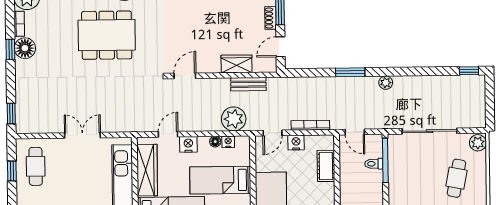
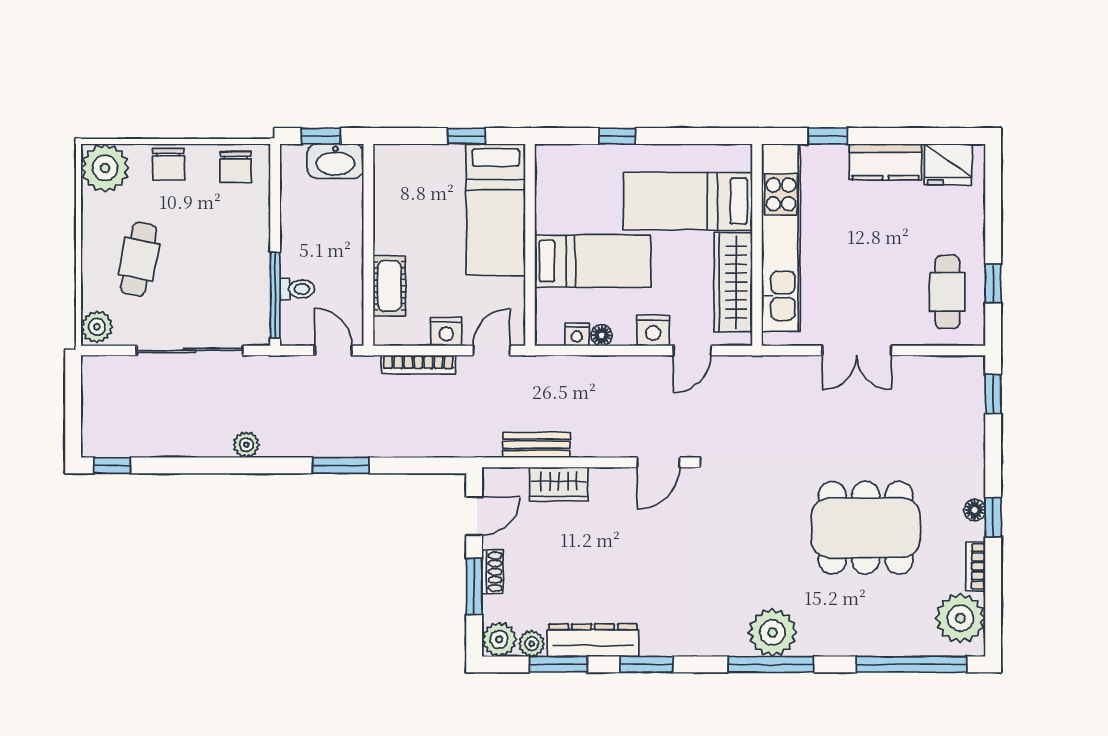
dining table: (107, 35) -> (866, 528), moved
floor lamp: (25, 48) -> (975, 510), width x0.53, depth x0.53
plant: (386, 83) -> (246, 445), moved
plant: (234, 119) -> (566, 378), removed

